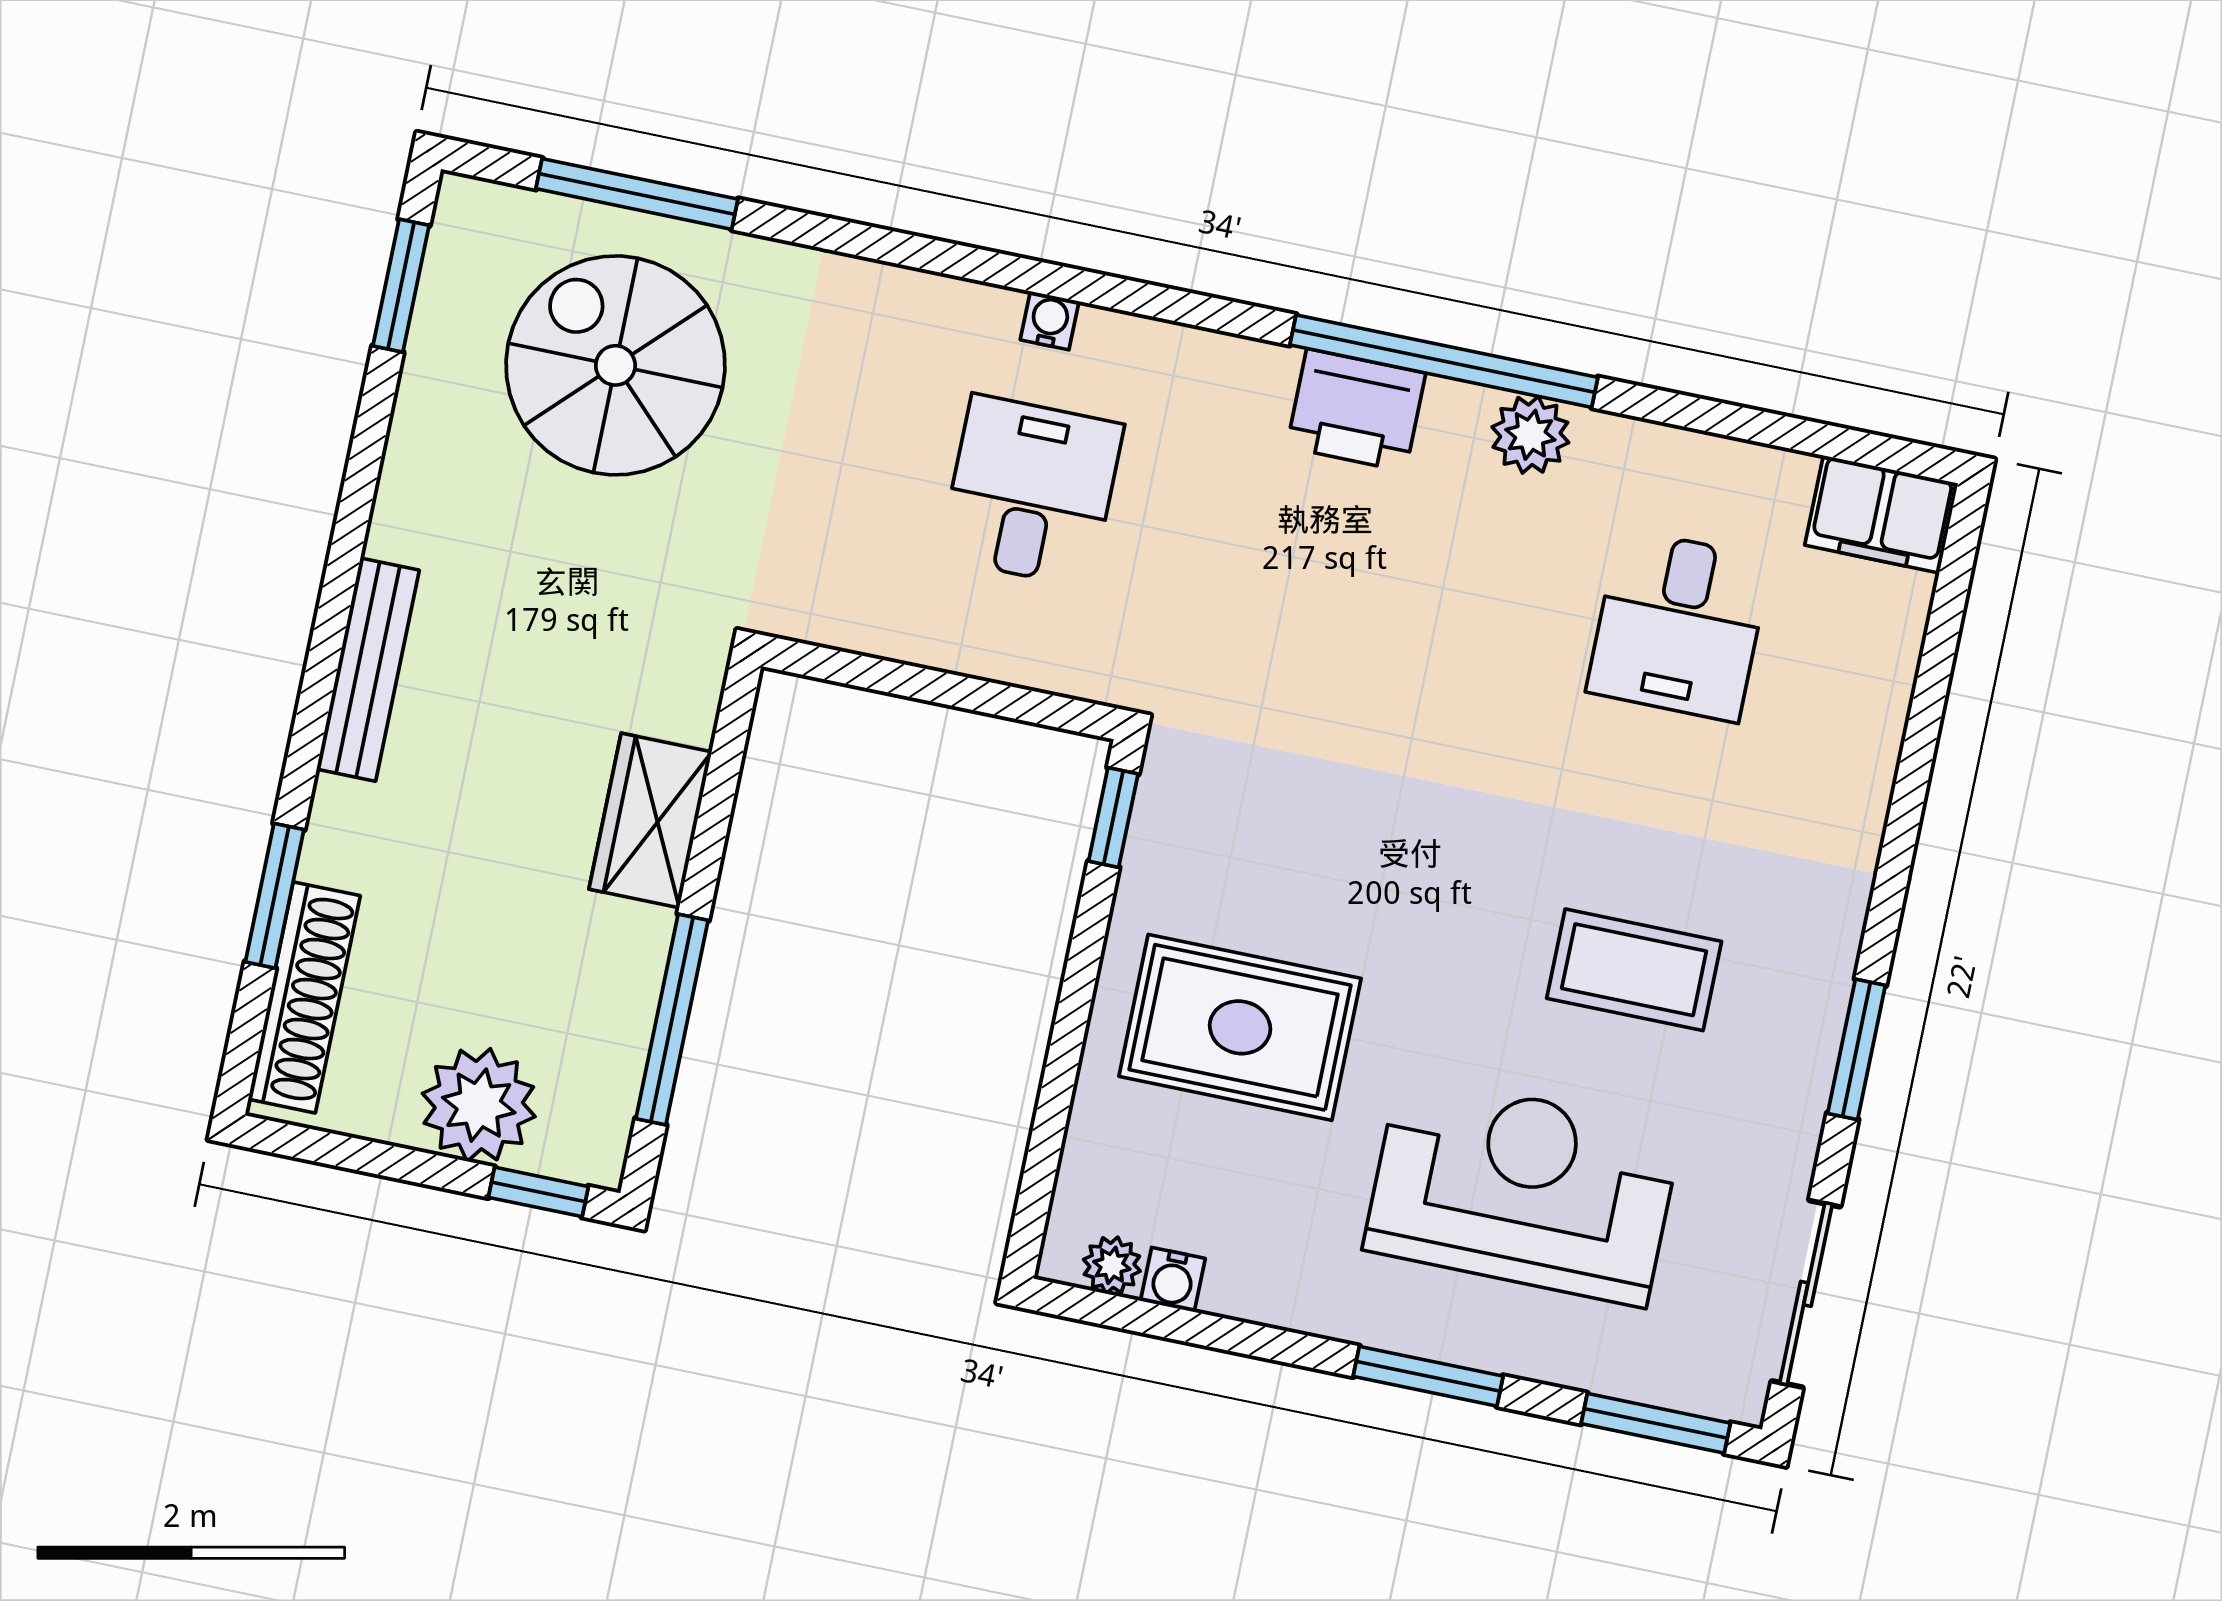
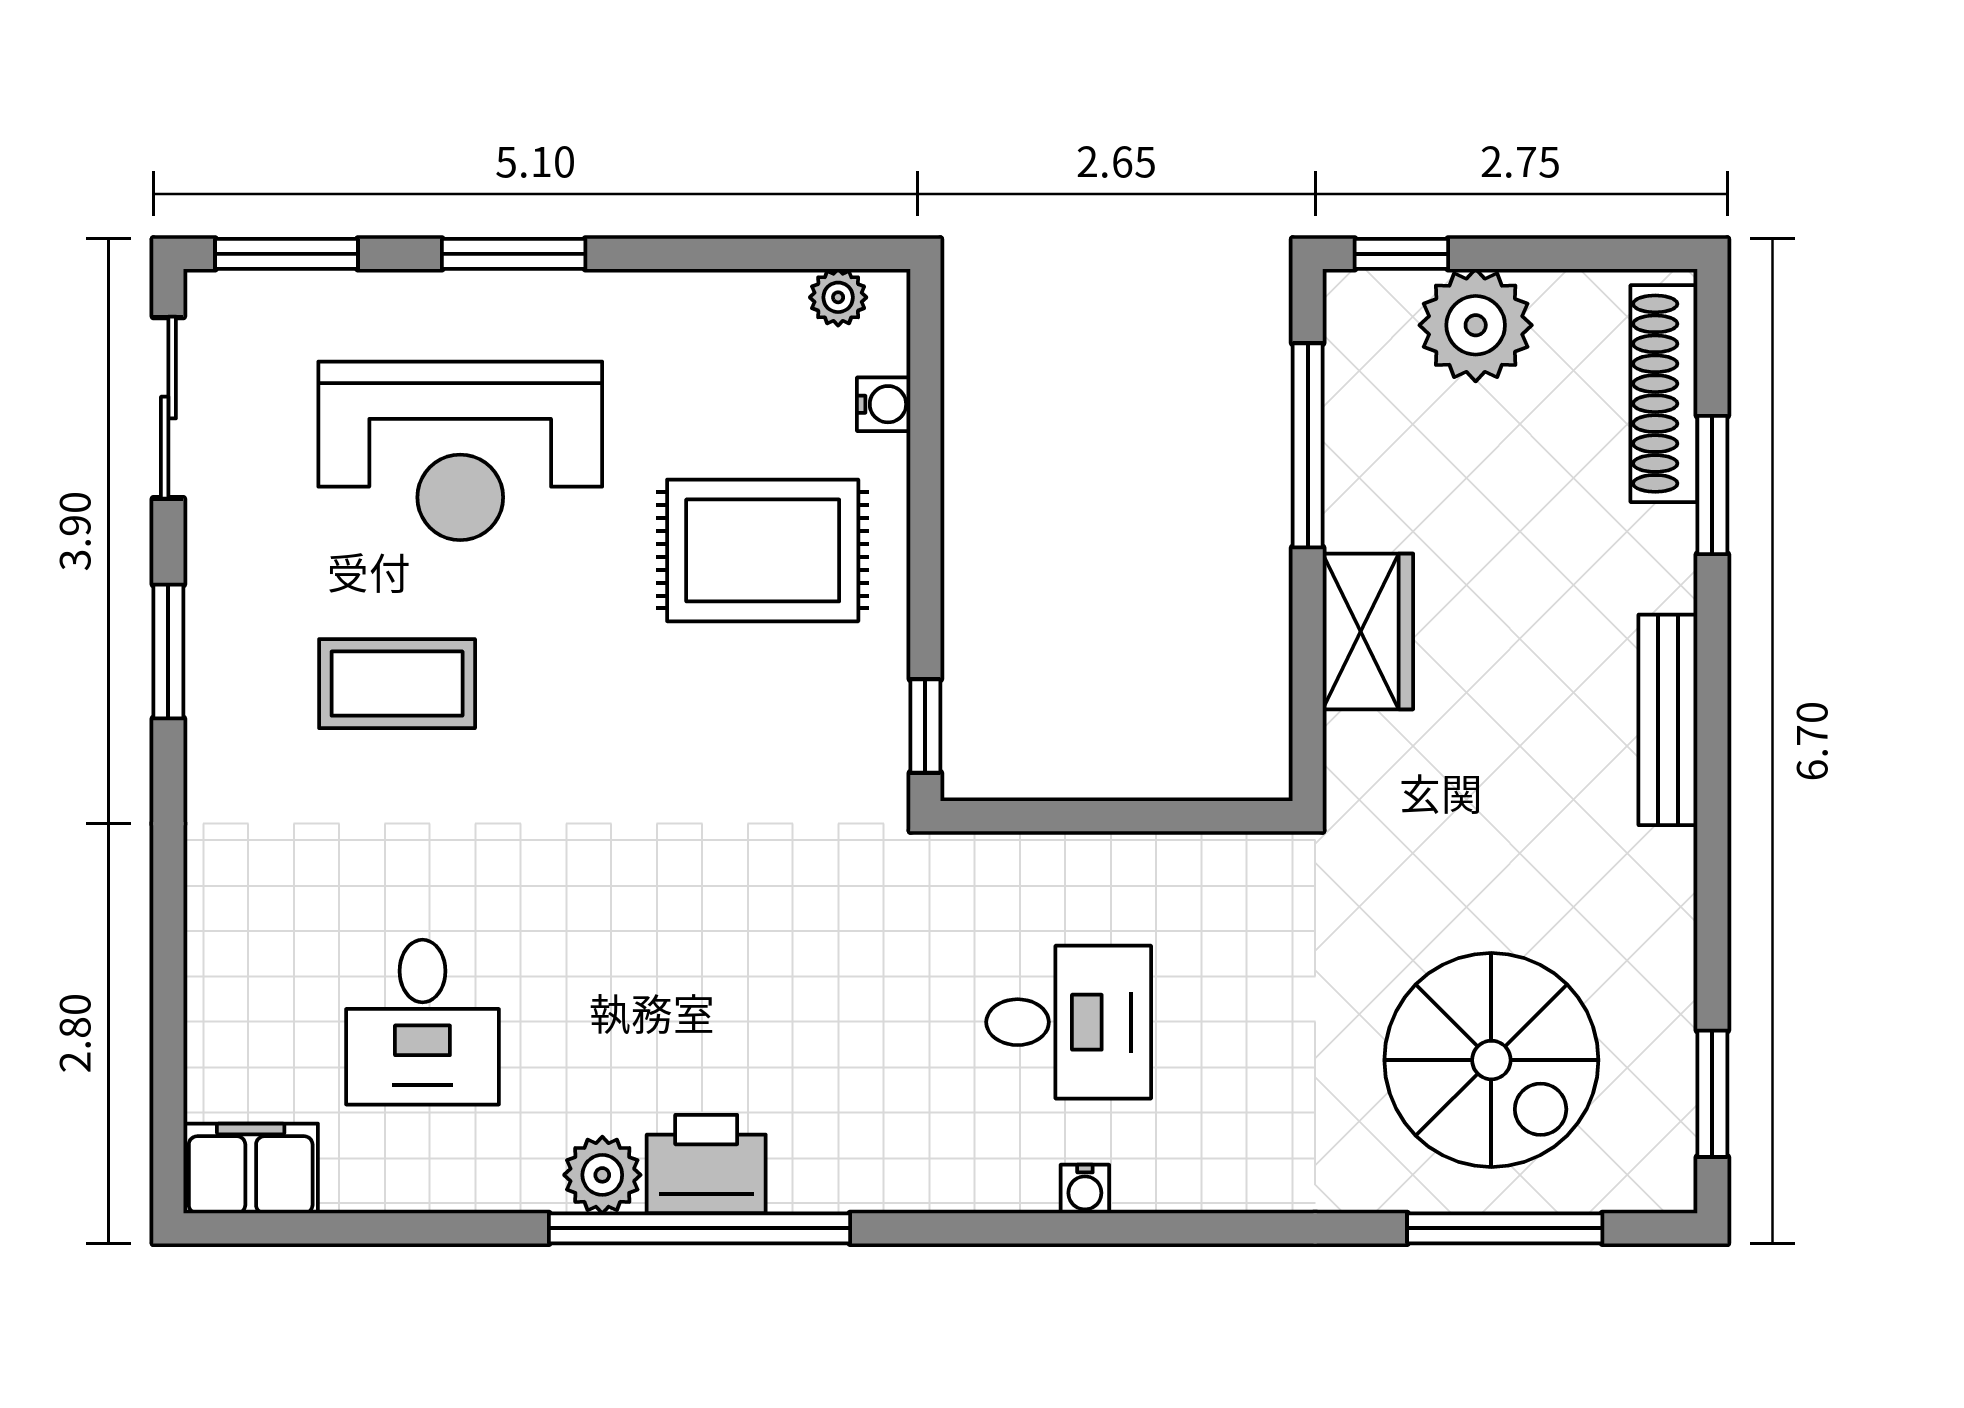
printer: (1356, 410) -> (706, 1164), moved
desk: (1031, 491) -> (1069, 1022), turned -90
desk: (1679, 625) -> (422, 1022), turned 180
water cooler: (1173, 1280) -> (884, 404), moved, turned 90

